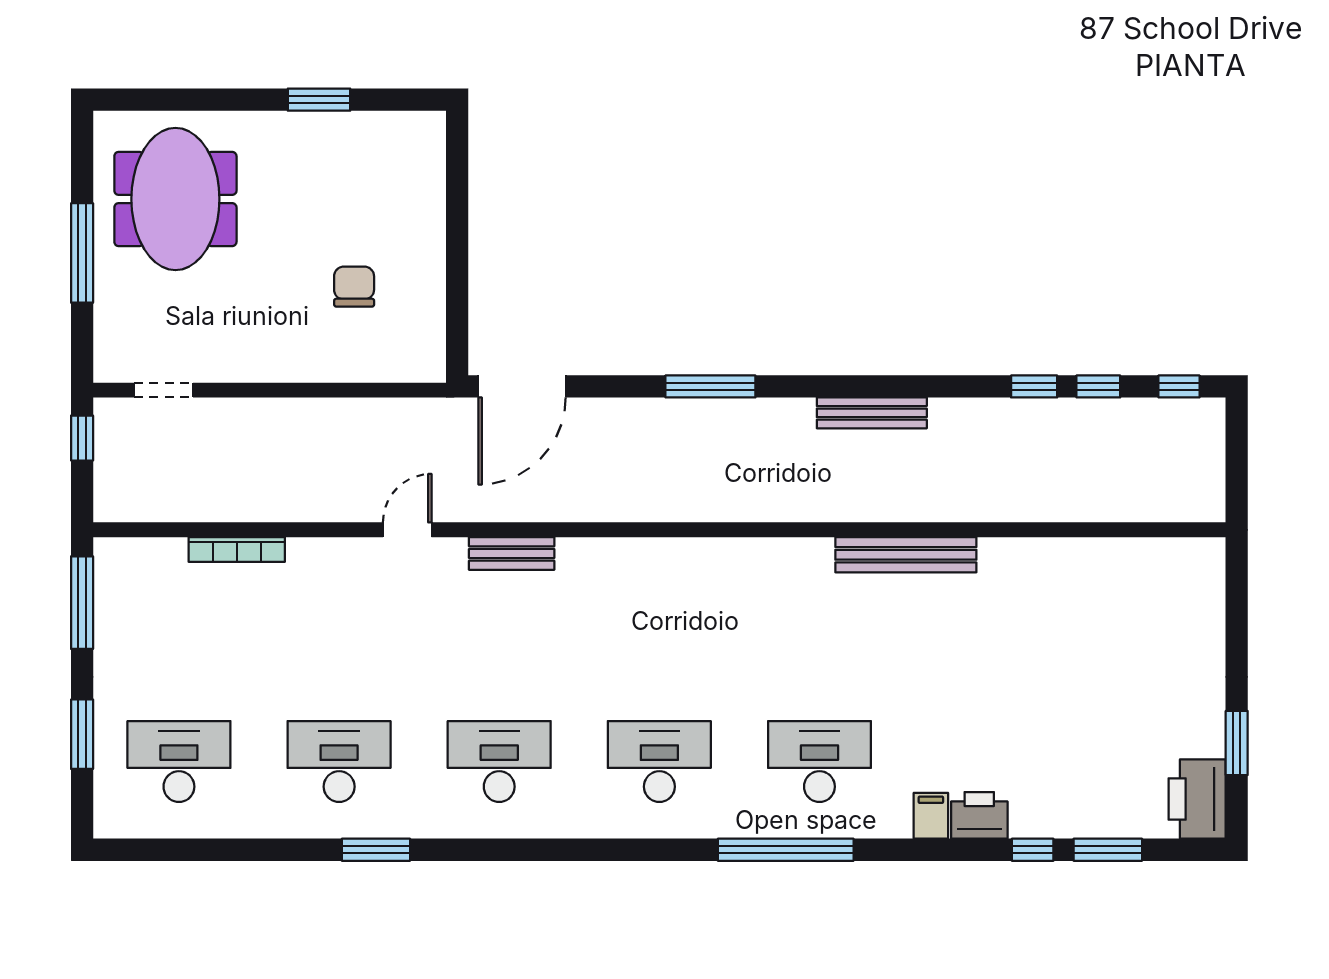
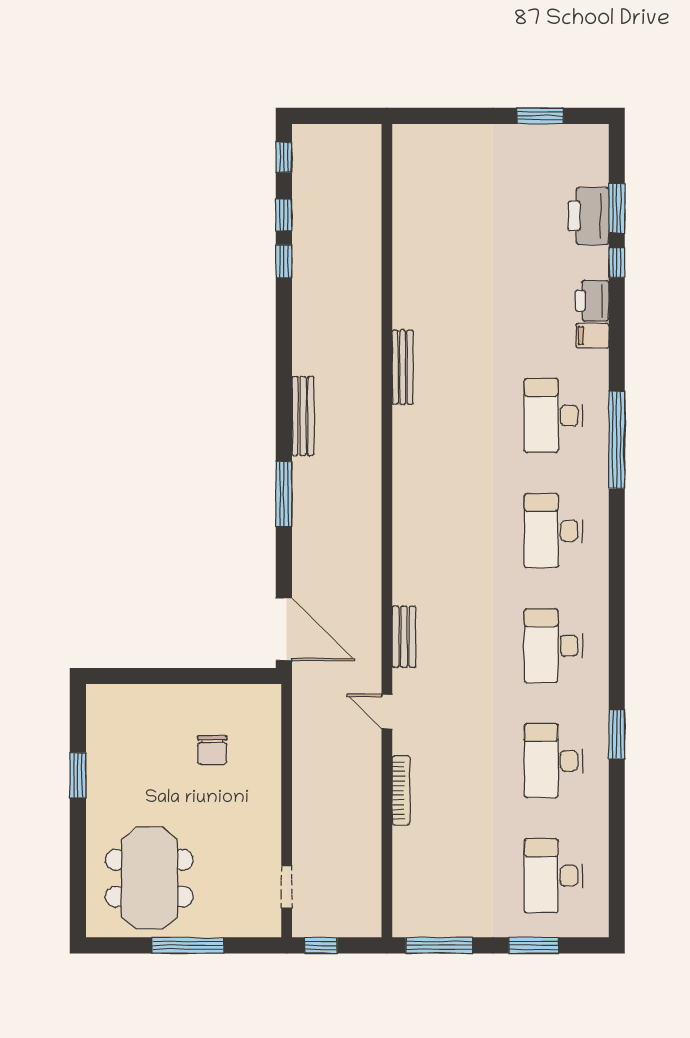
meeting table: (175, 199) -> (149, 878), turned 90
chair: (354, 287) -> (212, 750), turned -90
bench: (872, 413) -> (303, 416), moved
bookcase: (237, 550) -> (401, 790), moved
bench: (906, 555) -> (403, 367), width x0.73, depth x0.82
printer: (1197, 799) -> (588, 216), moved, turned 90

